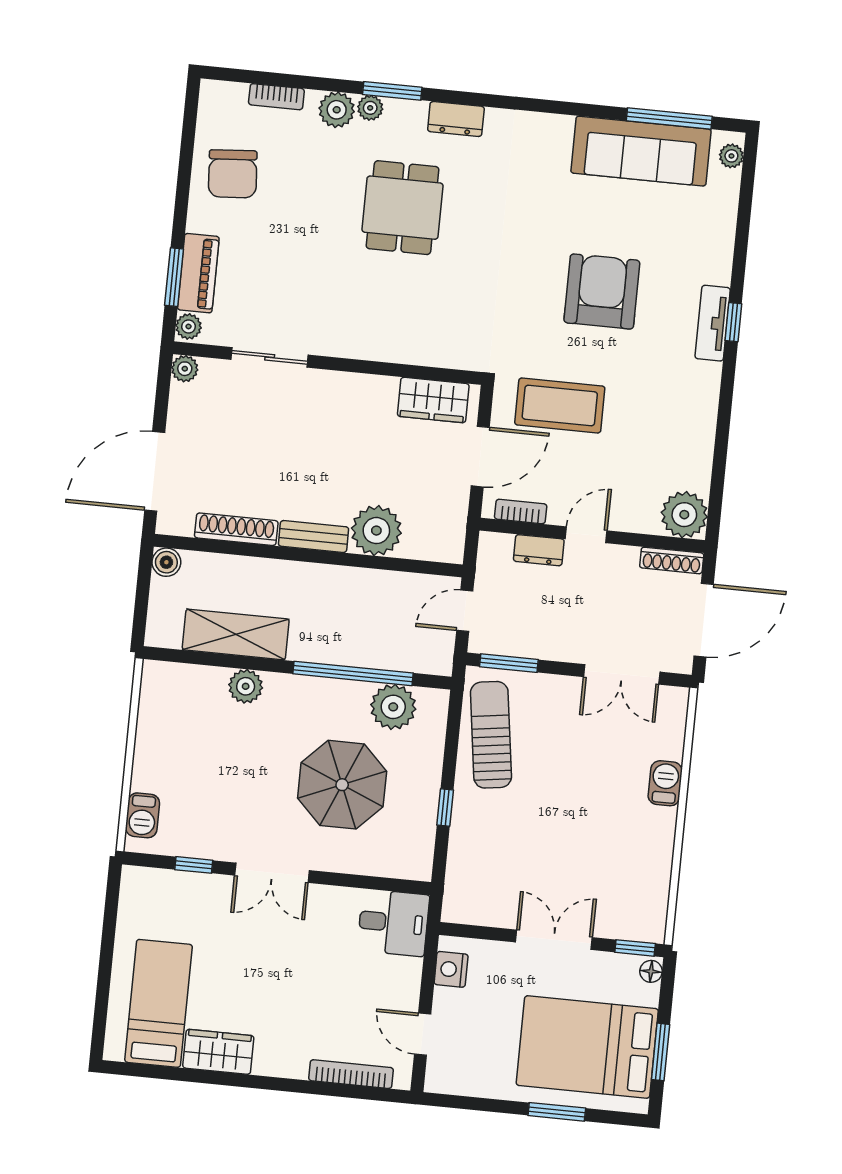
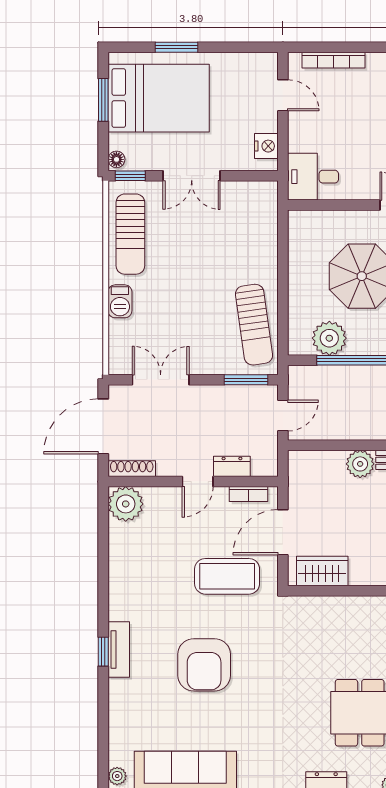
plant: (376, 531) -> (360, 464), width x0.73, depth x0.73
window: (445, 808) -> (283, 267), removed
sun lounger: (642, 871) -> (130, 234), added

